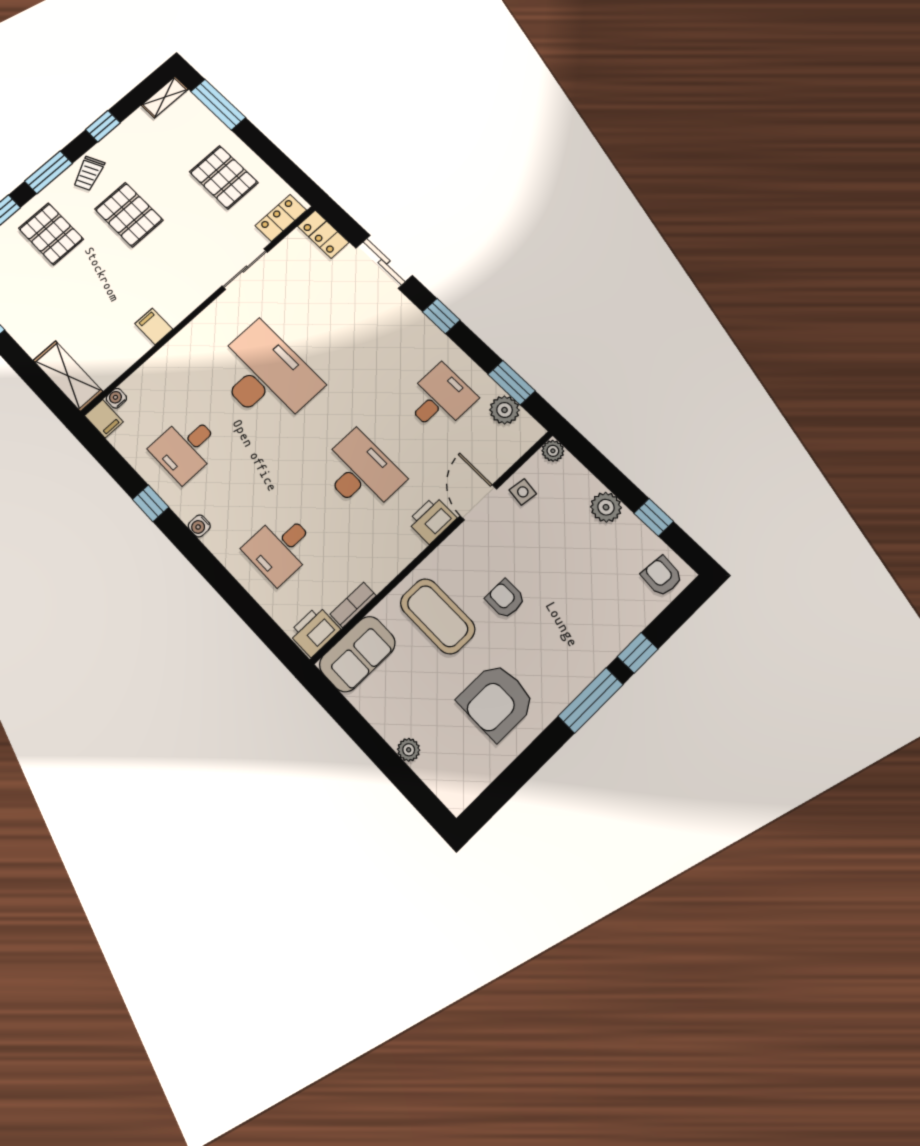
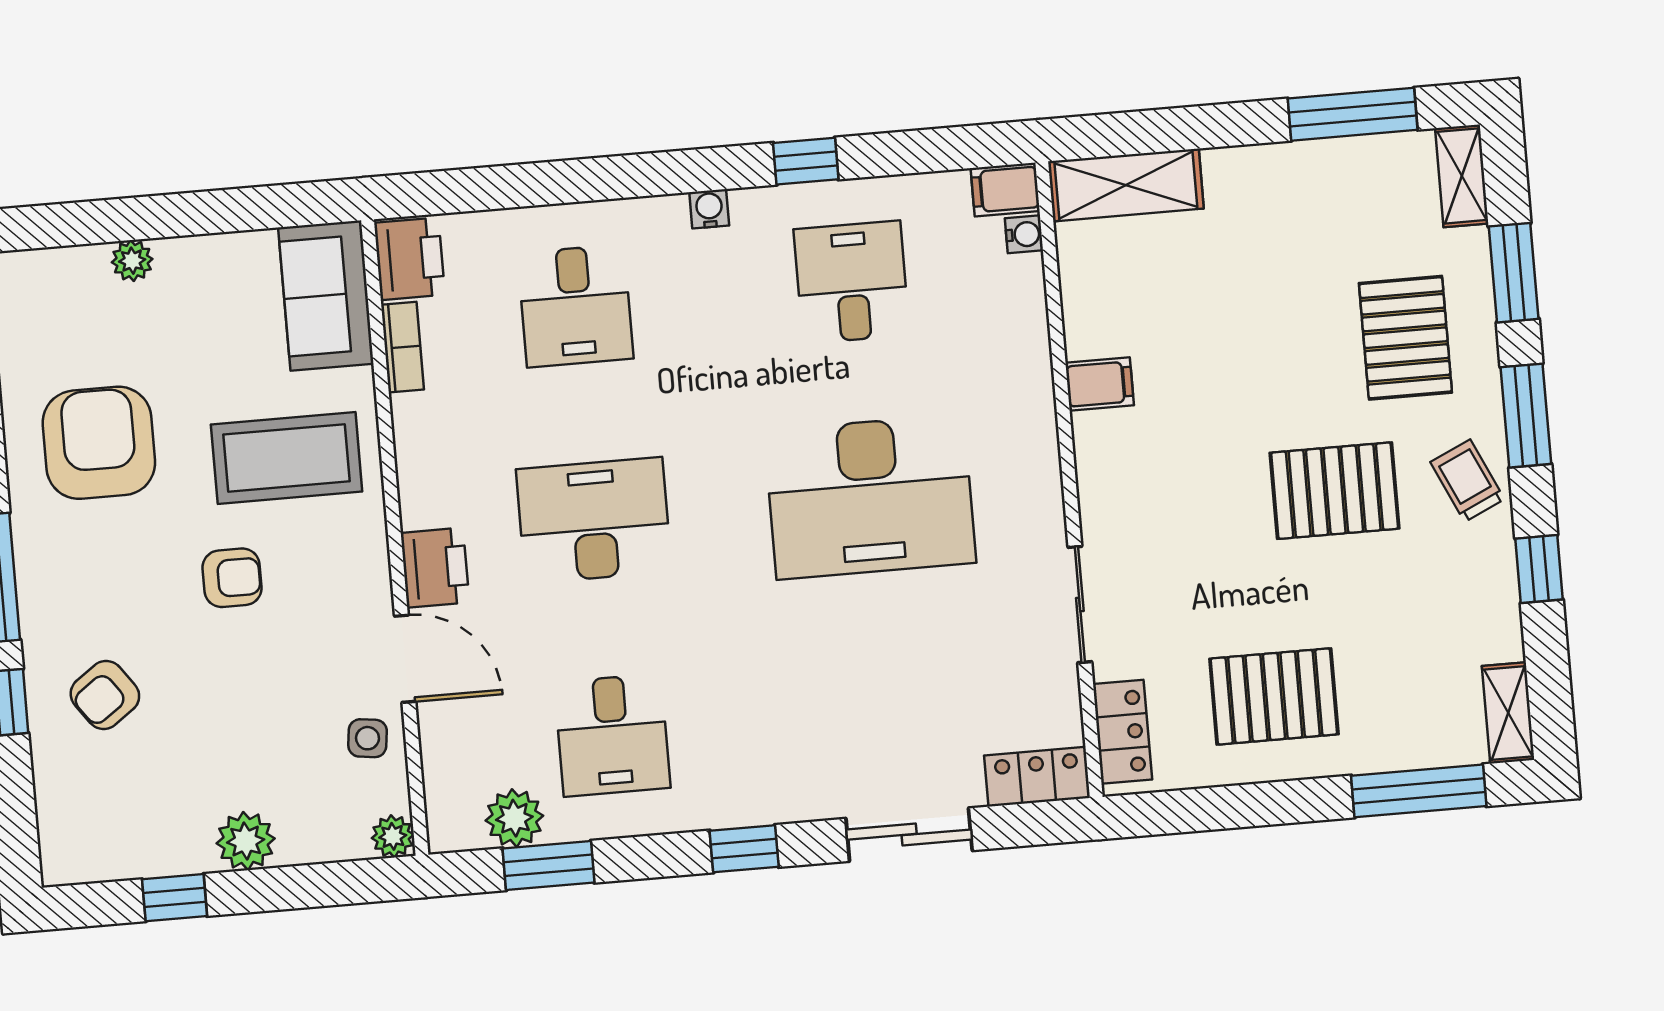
pallet: (51, 234) -> (1405, 338), turned 90
desk: (361, 472) -> (594, 520), turned 180
desk: (280, 548) -> (575, 306), turned 180
armchair: (662, 576) -> (105, 695), moved, turned 139

